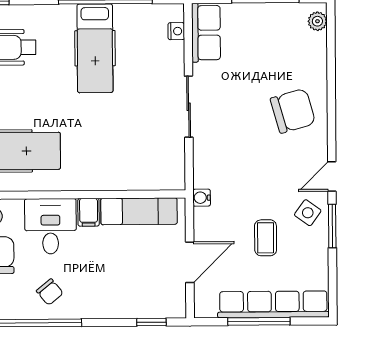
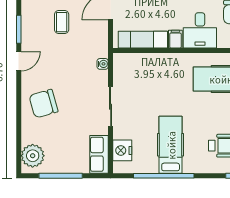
plant: (317, 21) -> (33, 156), width x1.88, depth x1.88
nightstand: (176, 31) -> (122, 150), width x1.89, depth x1.79
water cooler: (202, 198) -> (103, 64), moved
side table: (308, 213) -> (34, 38), removed

